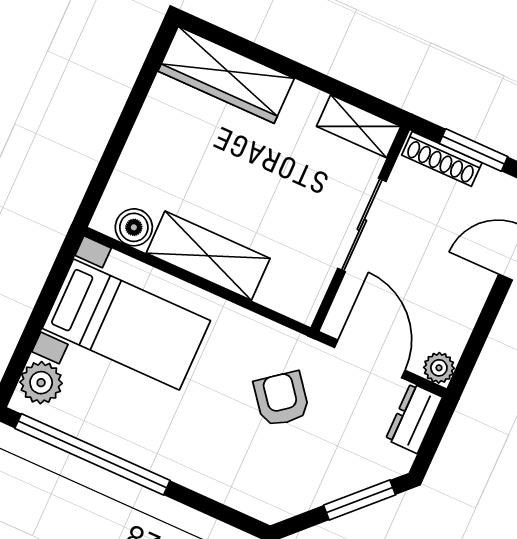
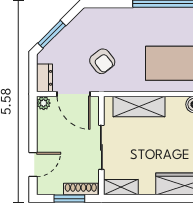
shelving: (208, 256) -> (139, 106), moved

